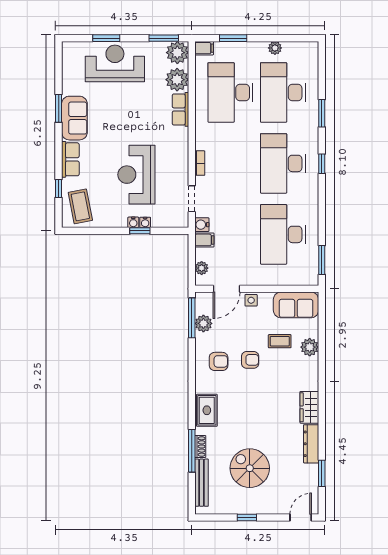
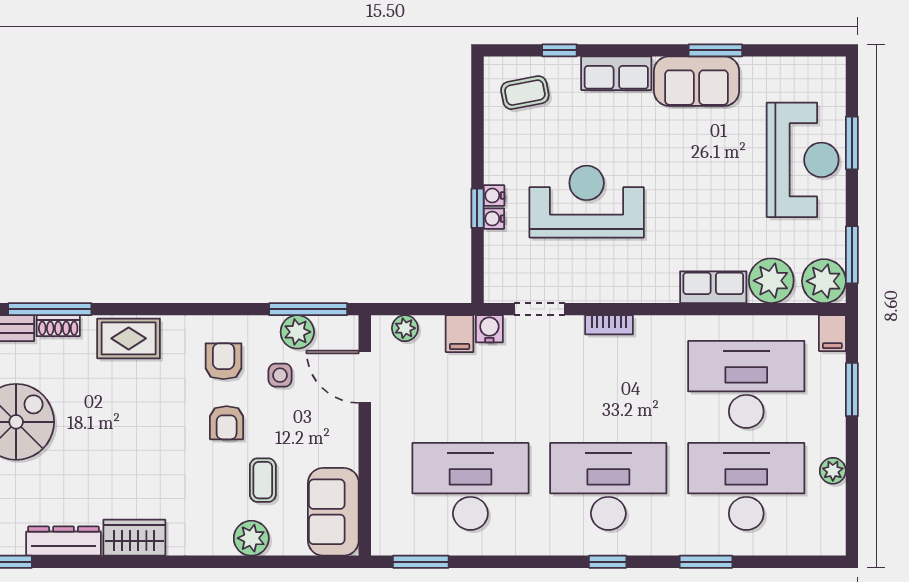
coffee table: (80, 206) -> (525, 93), width x0.73, depth x0.77
side table: (251, 300) -> (280, 375), moved
armchair: (219, 361) -> (224, 361), turned 180

